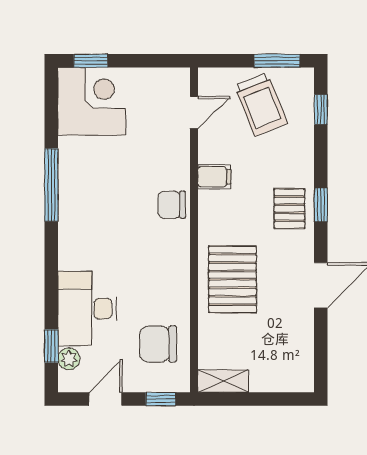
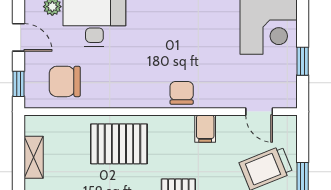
window: (91, 61) -> (303, 61), moved
chair: (158, 344) -> (65, 81), turned -90
shelving: (223, 381) -> (34, 157), moved

